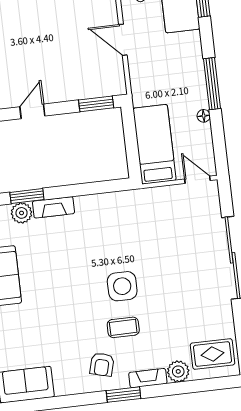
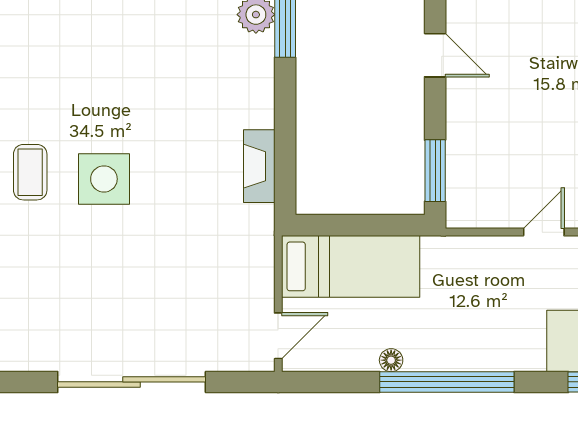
door: (123, 40) -> (544, 232), width x0.73
window: (212, 84) -> (447, 382), width x1.46
fireplace: (53, 207) -> (259, 166), moved

